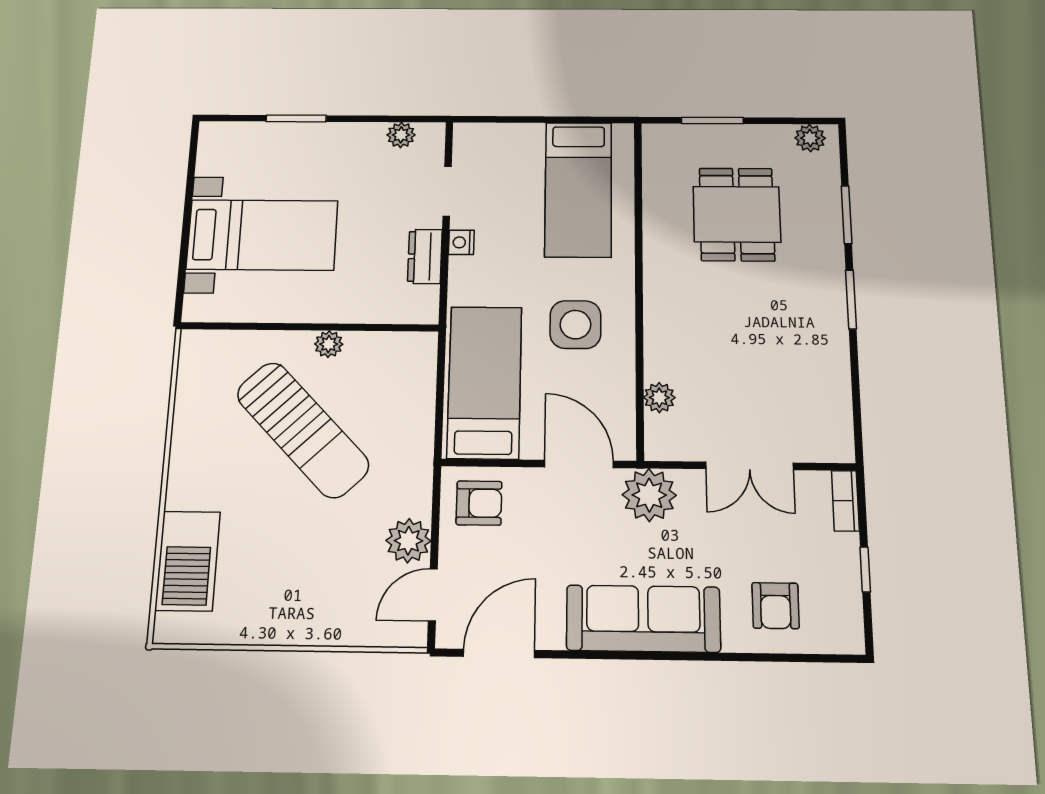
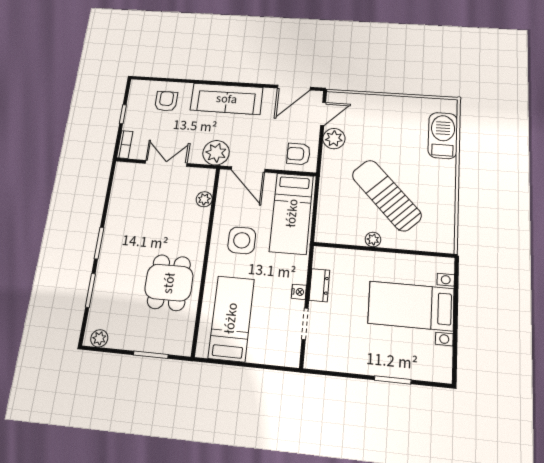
plant: (401, 135) -> (330, 363), removed
dining table: (737, 214) -> (169, 283), moved

